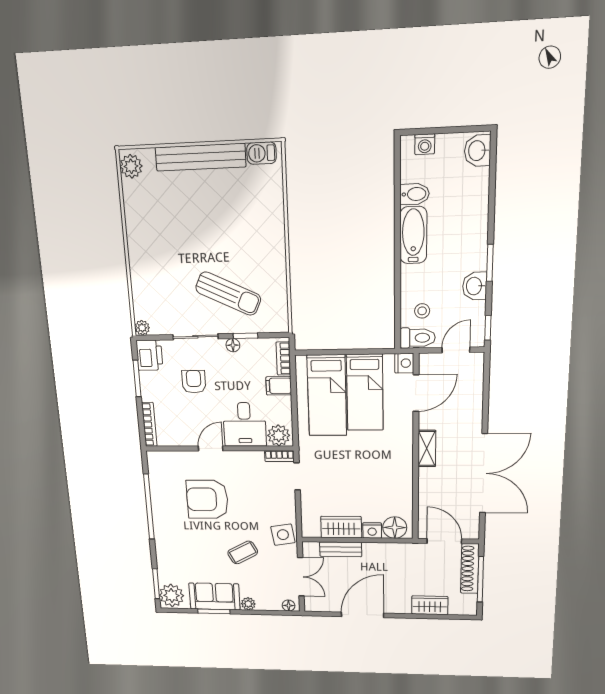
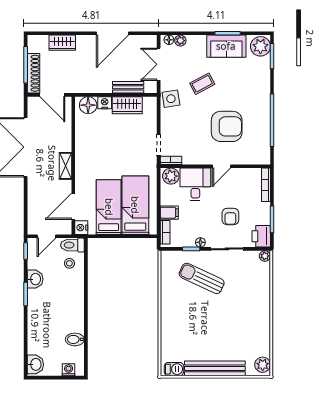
bathtub: (413, 235) -> (76, 313), removed
plant: (248, 604) -> (180, 41), moved

